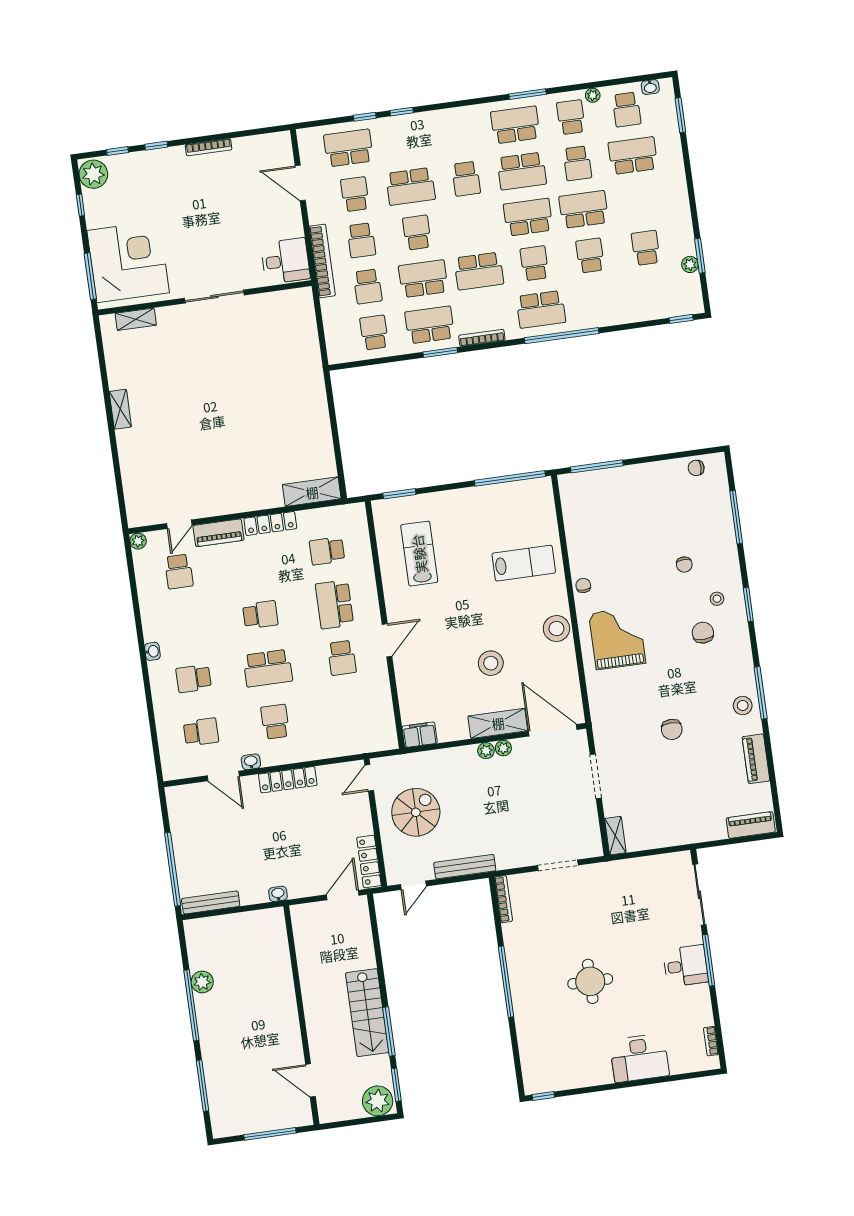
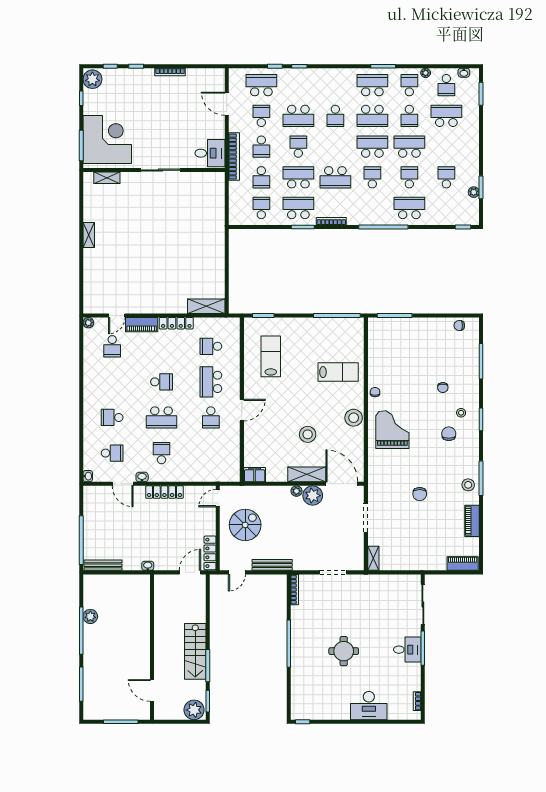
school desk: (541, 309) -> (409, 208), moved, turned 180
washbasin: (152, 651) -> (88, 476), moved
plant: (503, 748) -> (313, 496), width x1.87, depth x1.87

